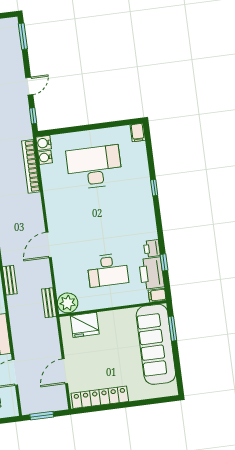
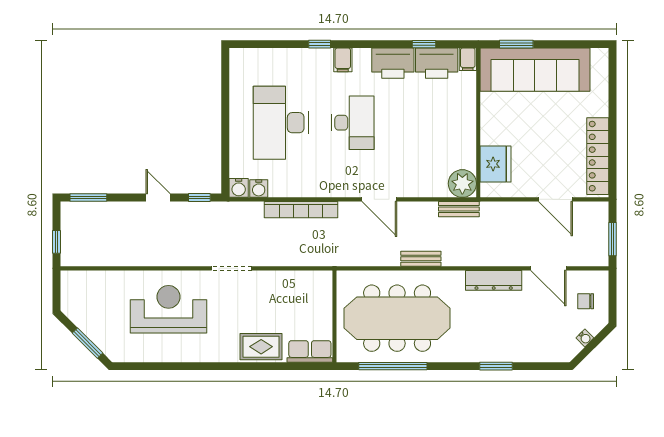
filing cabinet: (138, 133) -> (343, 60), moved, turned 90
bookcase: (31, 166) -> (301, 210), moved
printer: (152, 248) -> (393, 63), width x1.87, depth x1.48
desk: (108, 270) -> (353, 123), moved

